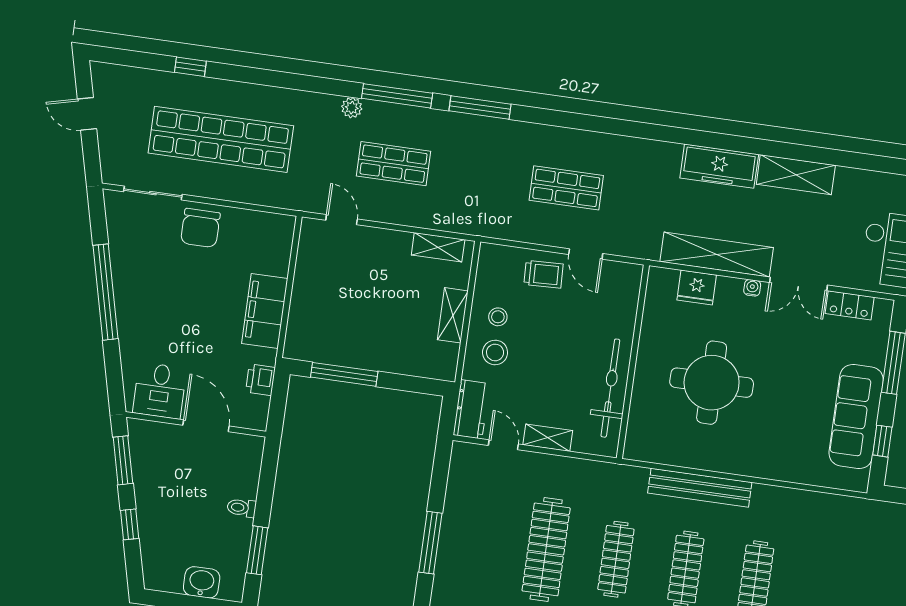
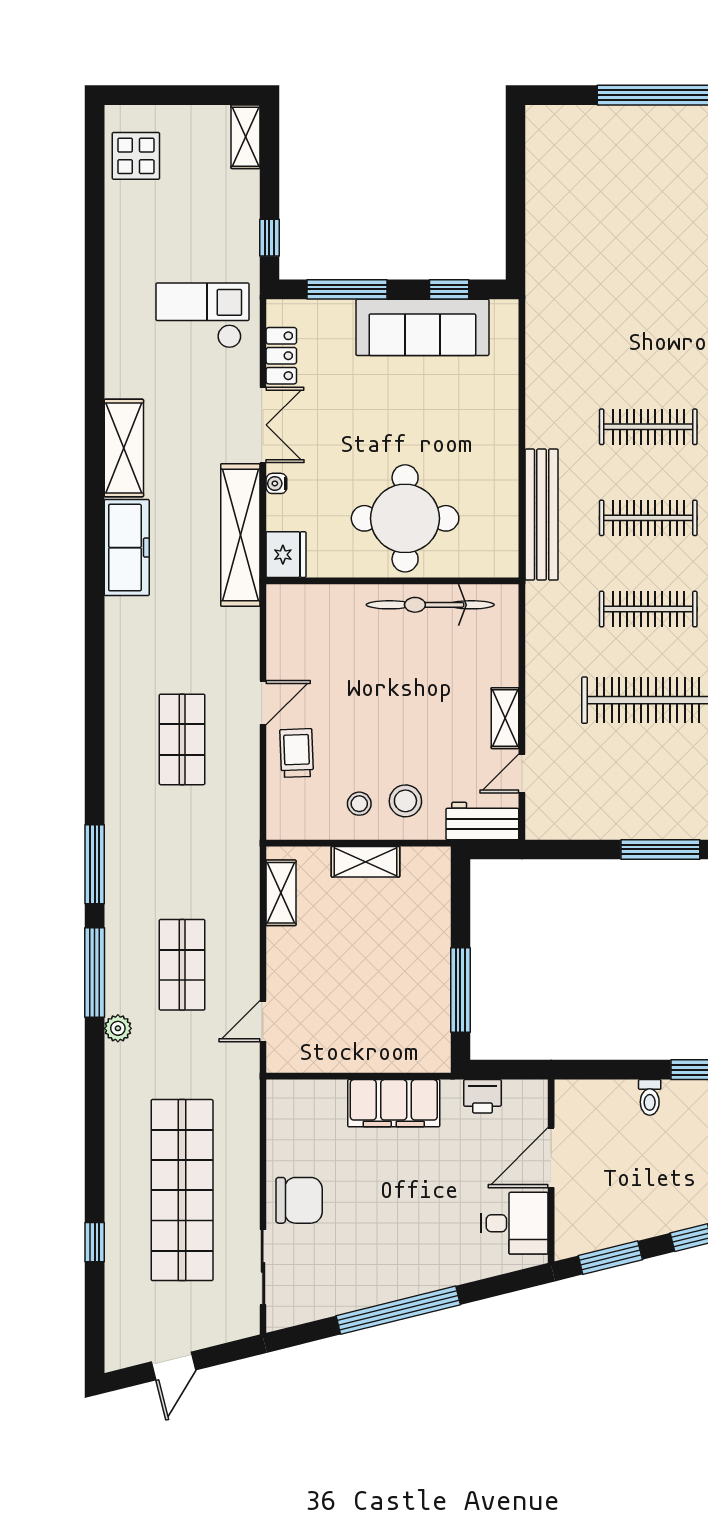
wall: (633, 362) -> (392, 581), moved
bicycle: (610, 388) -> (430, 605), moved

